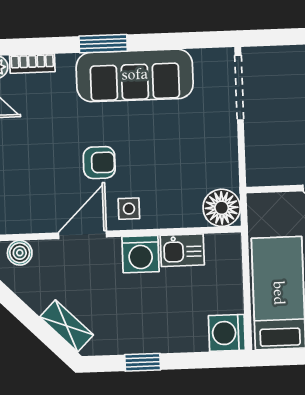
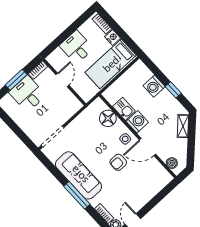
window: (103, 44) -> (77, 195), width x1.44
armchair: (99, 163) -> (118, 162), turned -90
floor lamp: (222, 208) -> (108, 118), moved
washing machine: (227, 333) -> (154, 86), moved, turned 90

